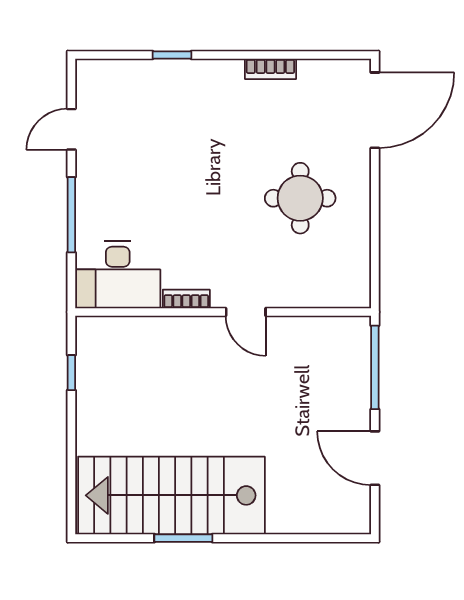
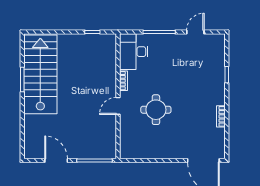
door: (71, 129) -> (195, 32), hinge flipped
round table: (300, 198) -> (156, 110), moved
door: (375, 458) -> (56, 161), hinge flipped

